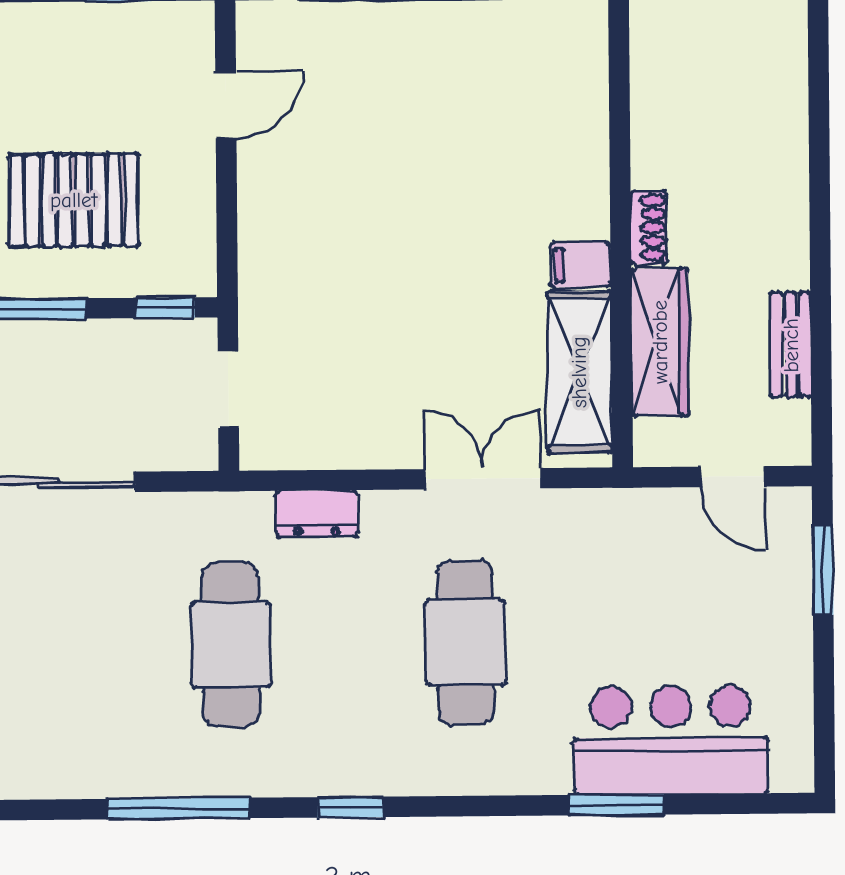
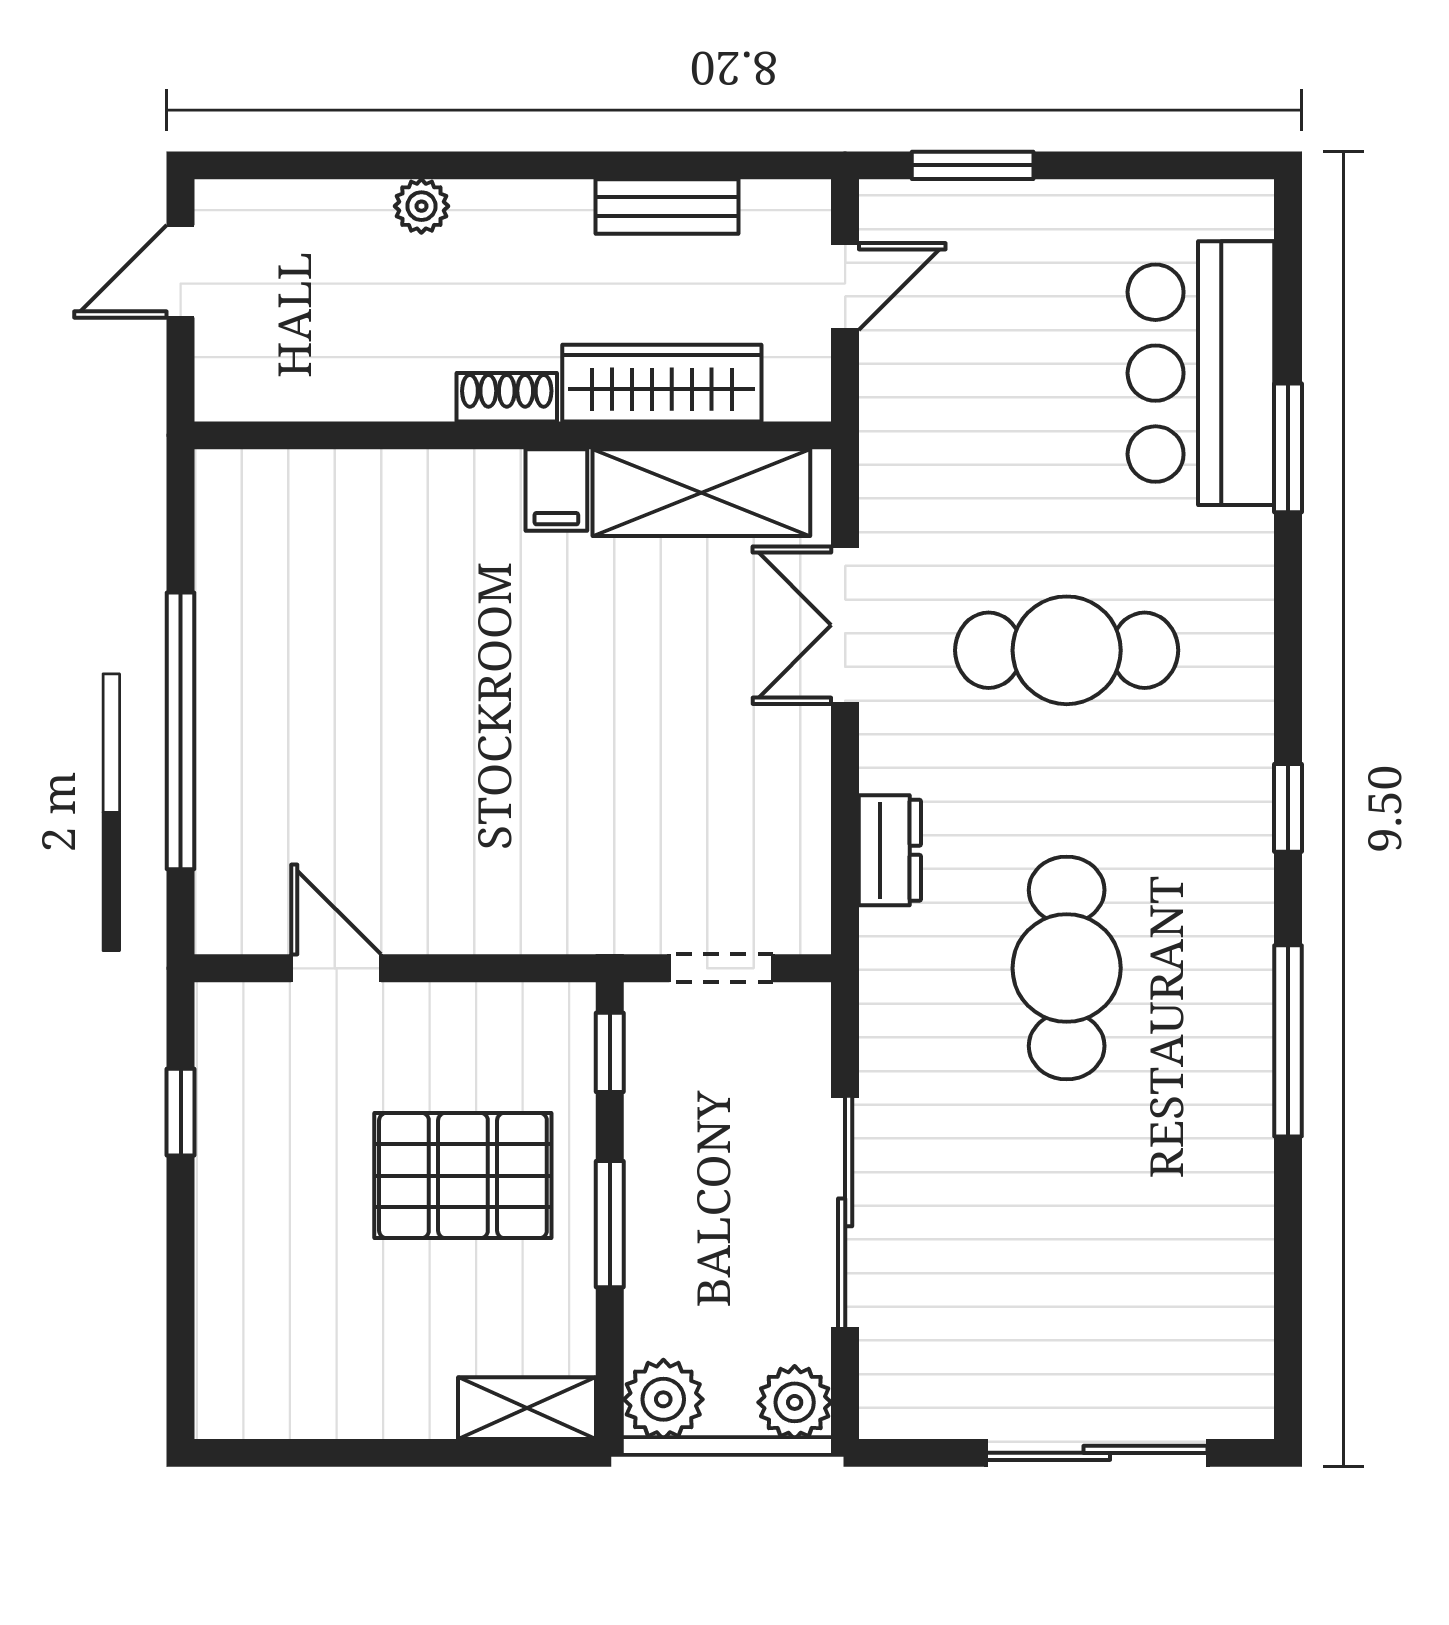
plant: (789, 163) -> (421, 206), added
pallet: (74, 200) -> (463, 1176), turned 90
cafe table: (231, 645) -> (1067, 968), turned 90

